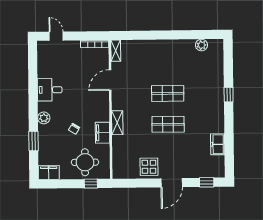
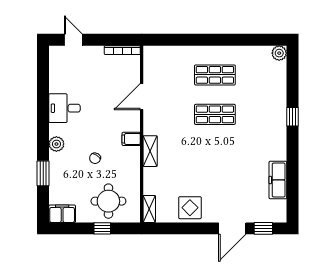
plant: (201, 45) -> (279, 53), moved
shelving: (116, 51) -> (149, 209), moved
shop shelf: (168, 124) -> (215, 75), moved
filing cabinet: (103, 133) -> (131, 139), moved, width x0.50
freezer: (218, 144) -> (278, 180), width x1.40
door: (172, 183) -> (232, 228), moved
window: (91, 184) -> (102, 228), moved

